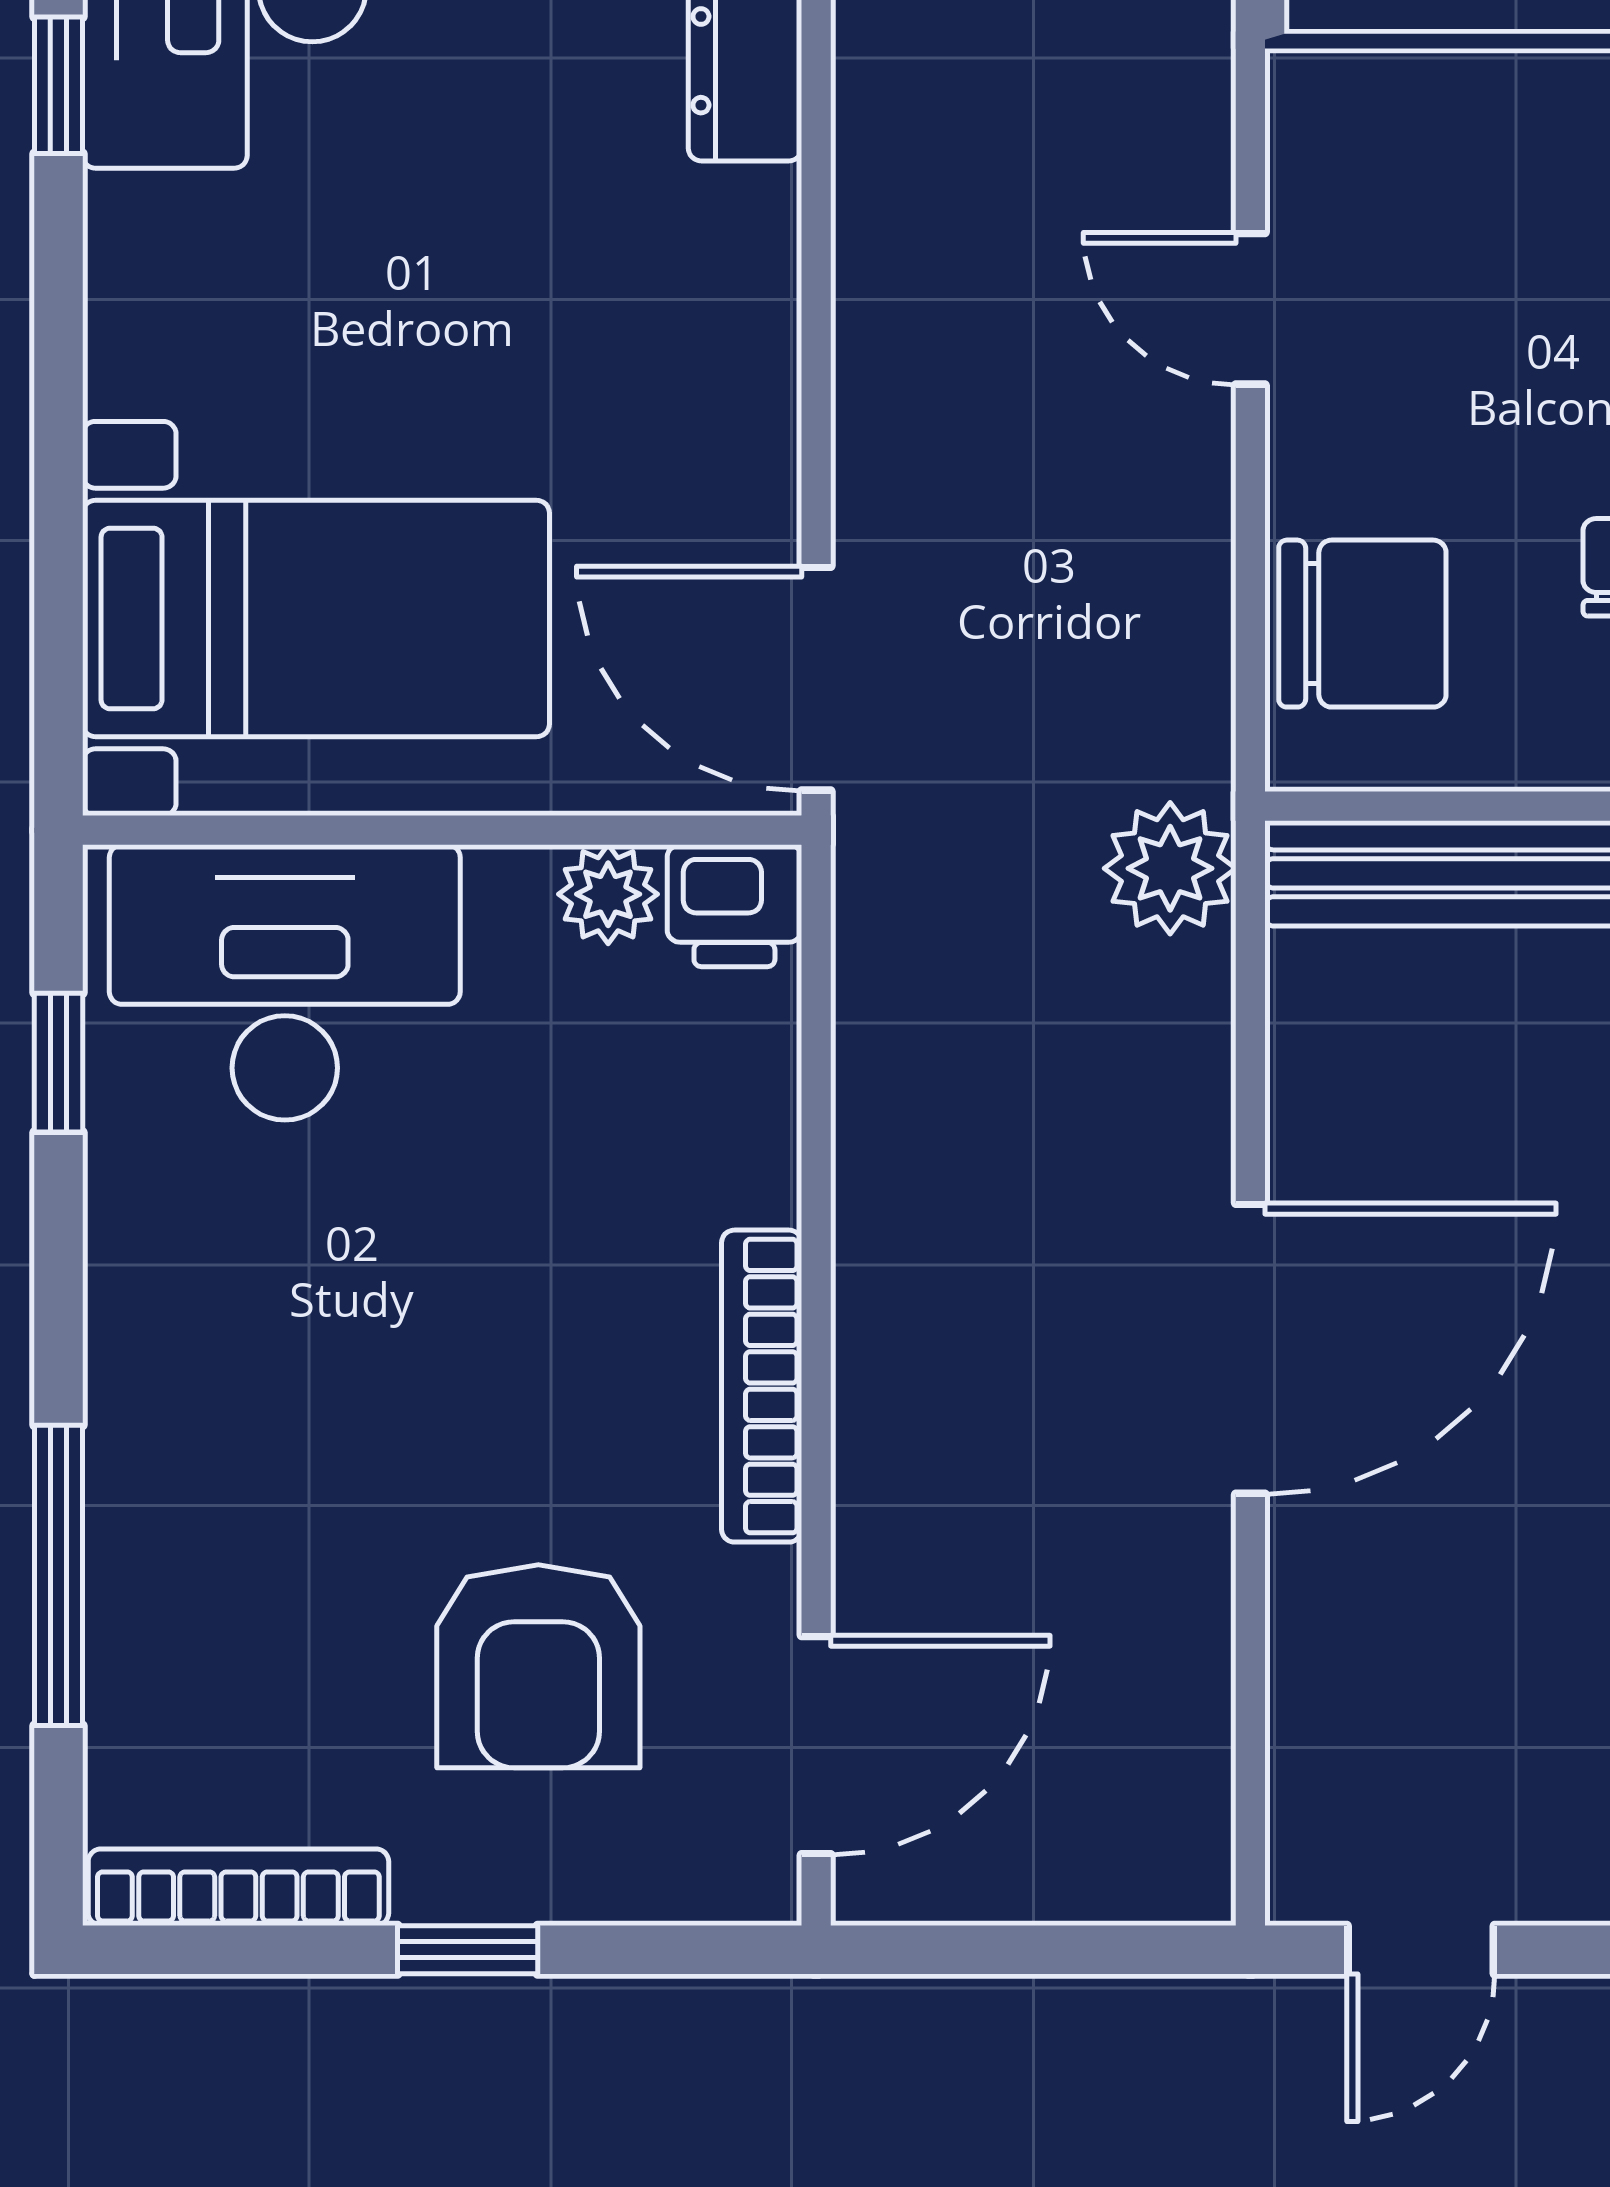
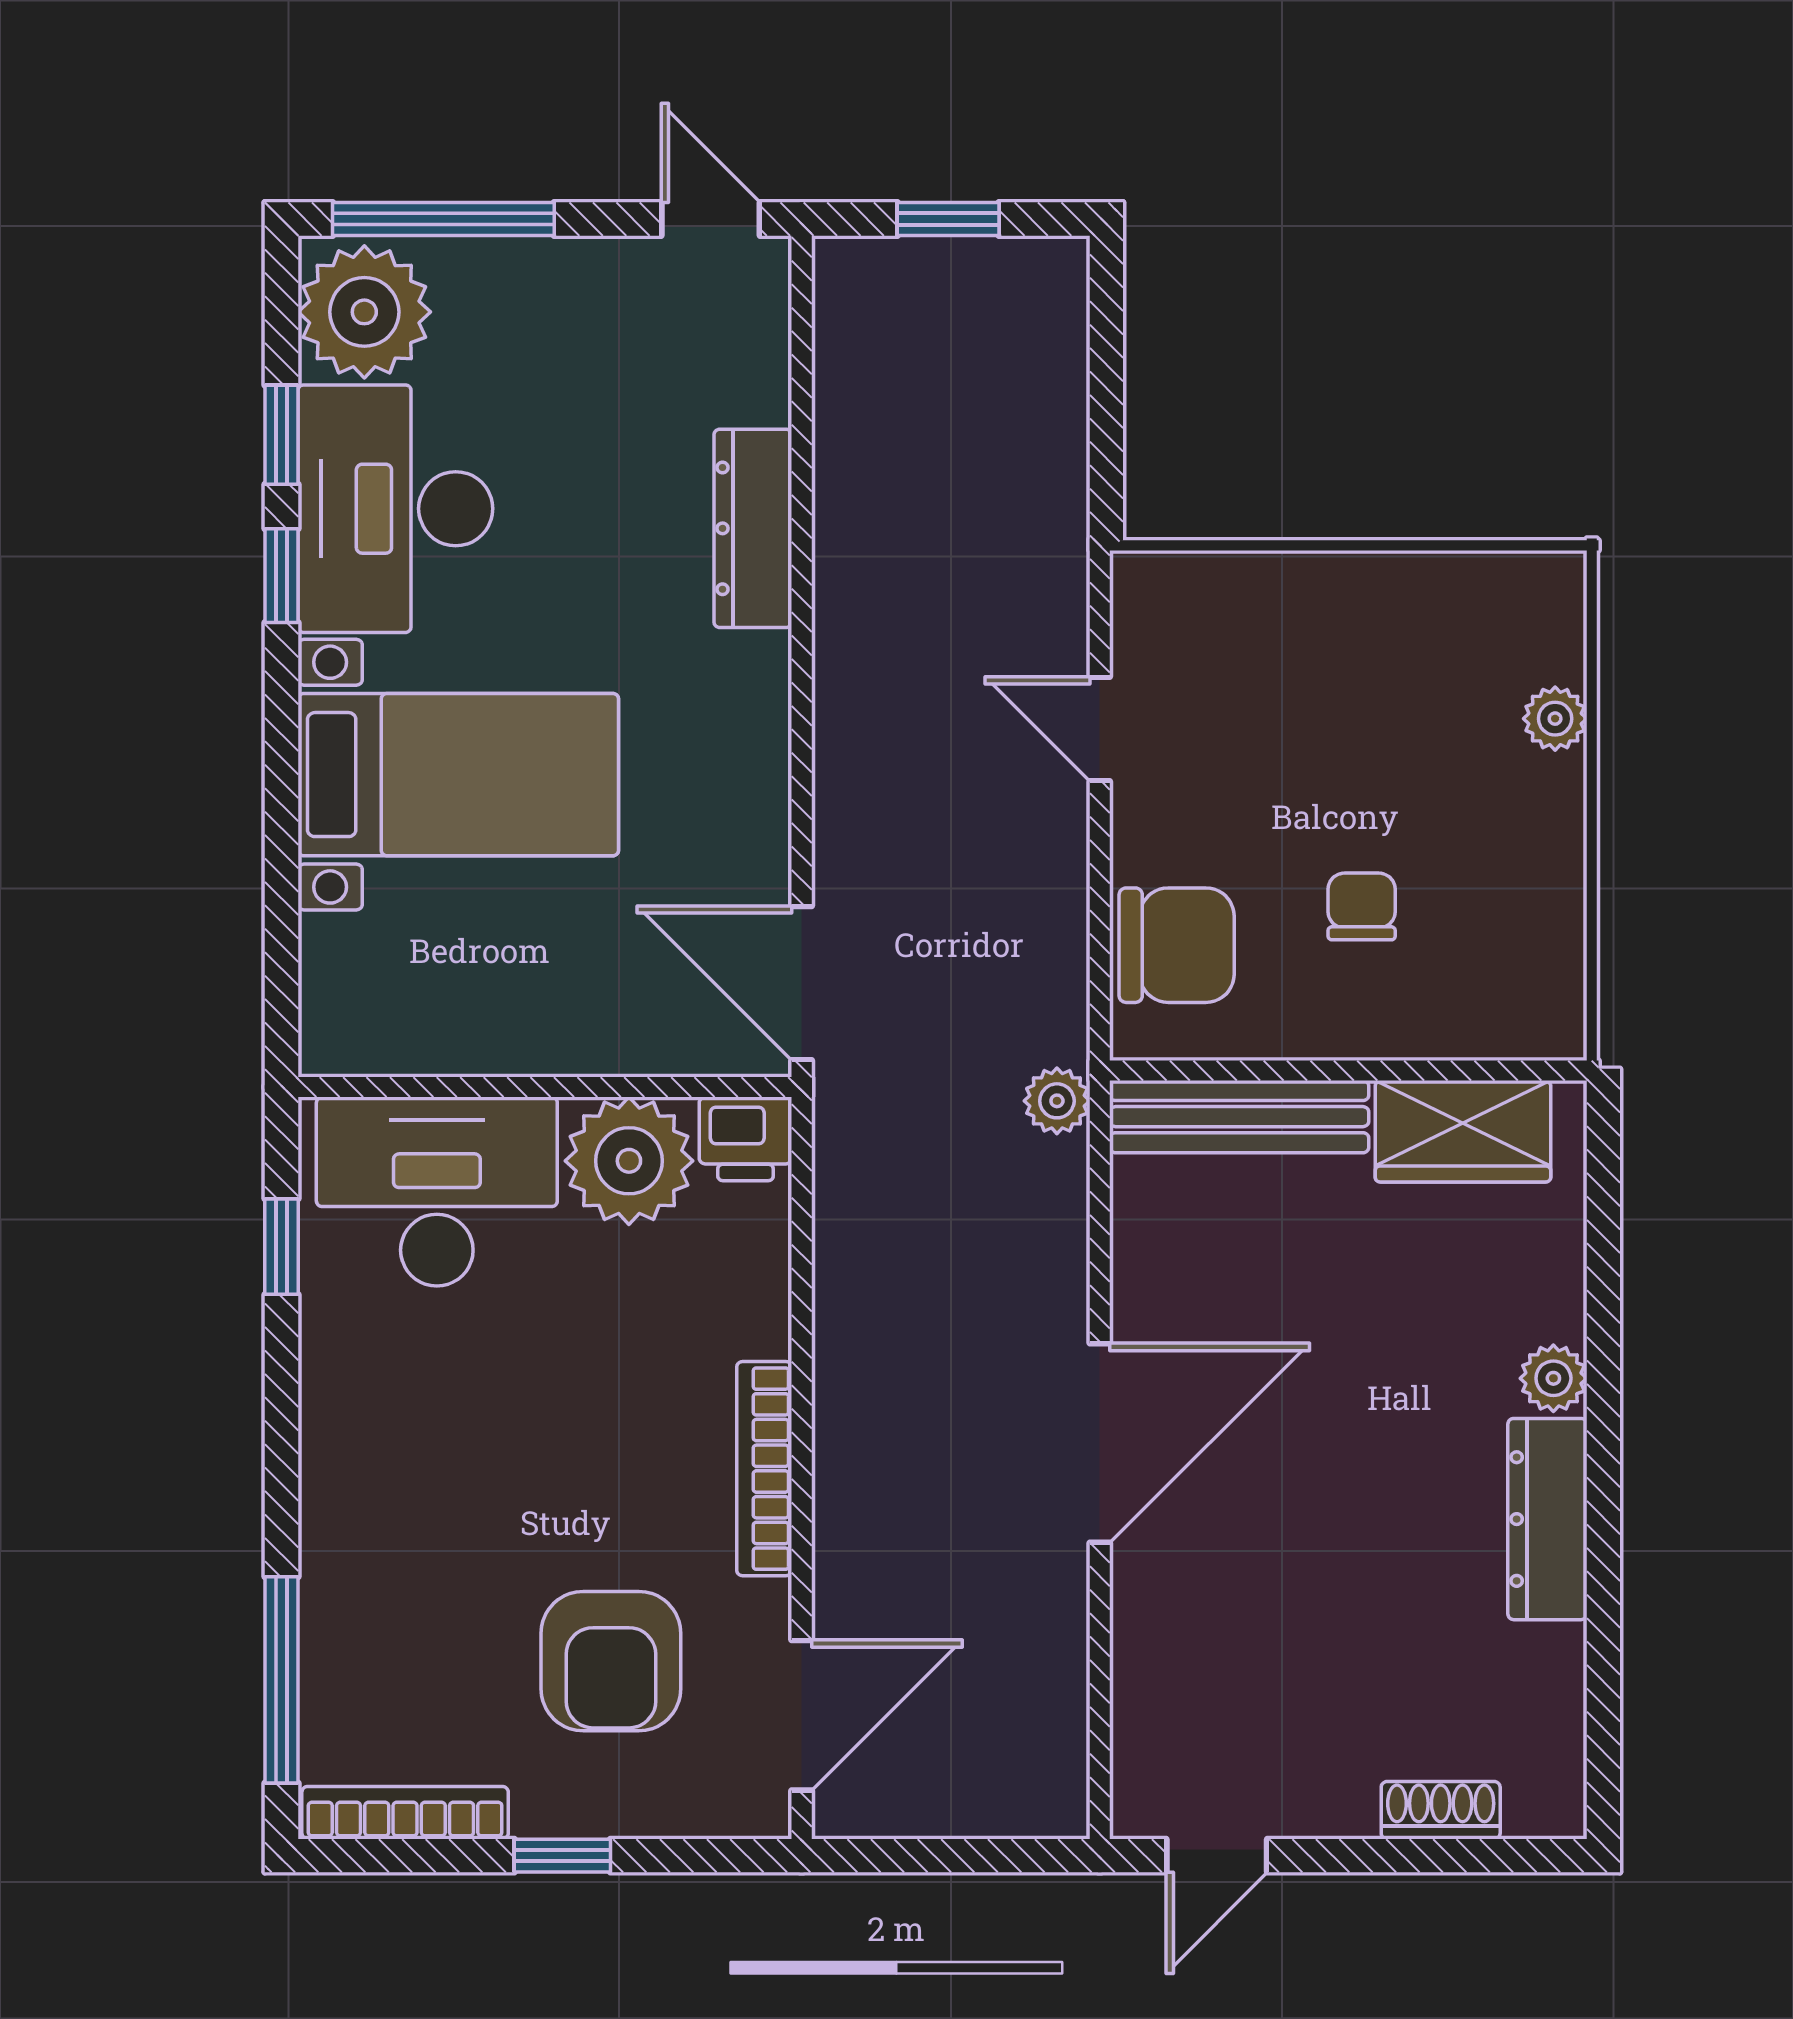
bed with nightstands: (316, 618) -> (458, 775), moved
plant: (1170, 868) -> (1057, 1101), width x0.73, depth x0.73
plant: (608, 894) -> (629, 1161), width x1.87, depth x1.87
window: (58, 1575) -> (281, 1680), moved

